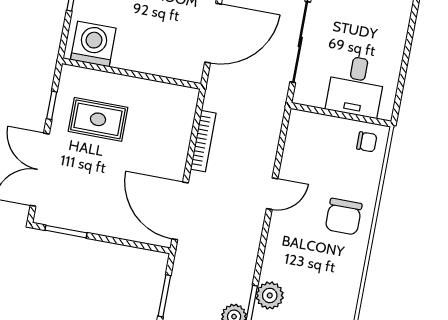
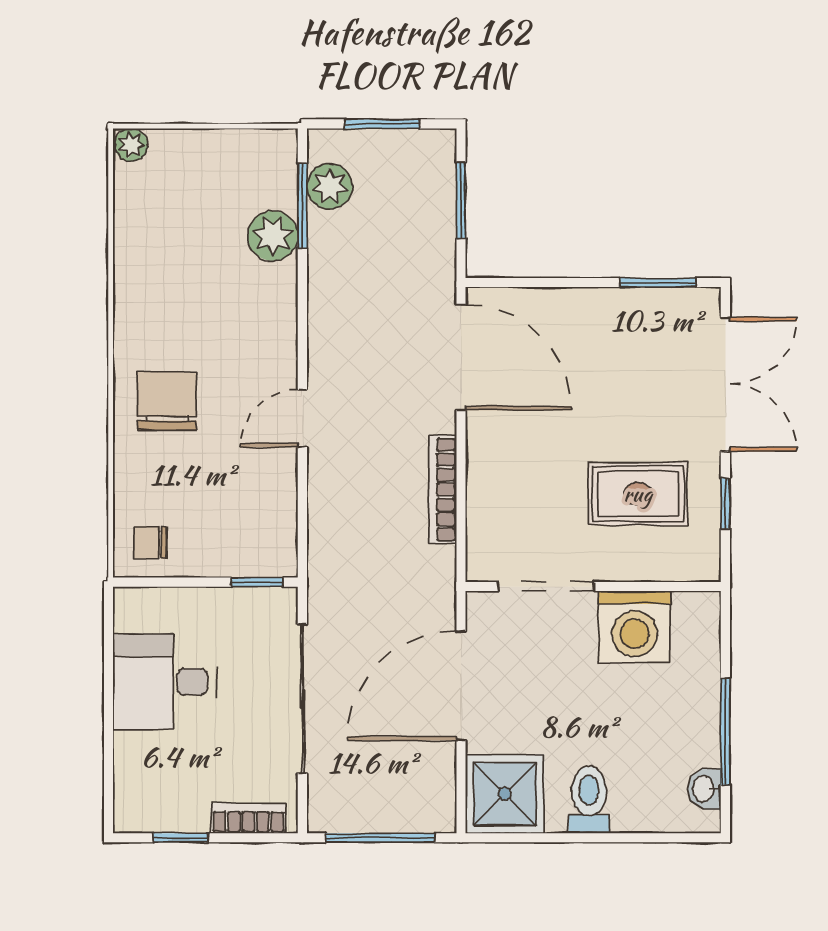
washing machine: (93, 44) -> (635, 627), moved
doorway: (157, 78) -> (546, 587), added
desk: (356, 86) -> (165, 682), moved, turned -90
window: (313, 110) -> (257, 582), added

